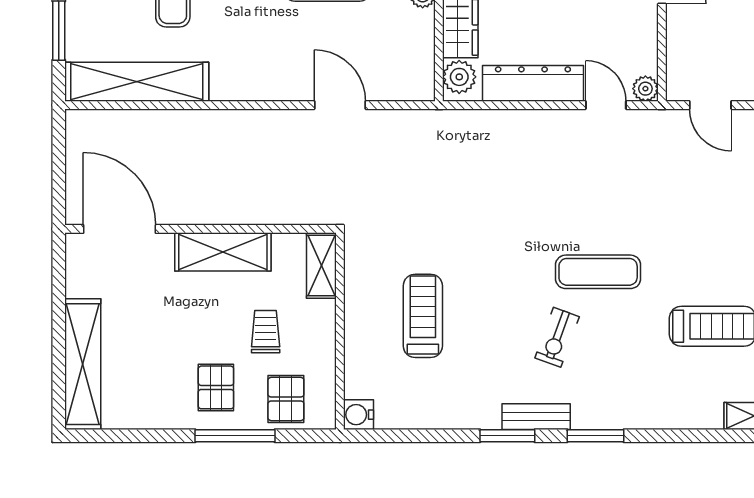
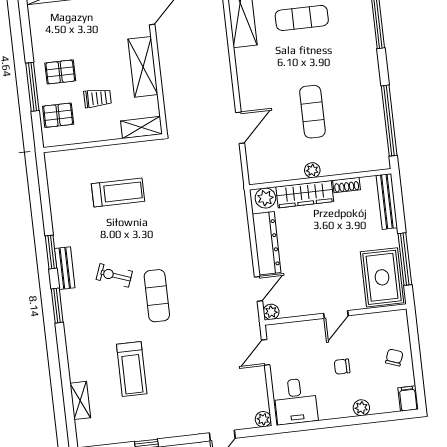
water cooler: (359, 415) -> (54, 160), removed

